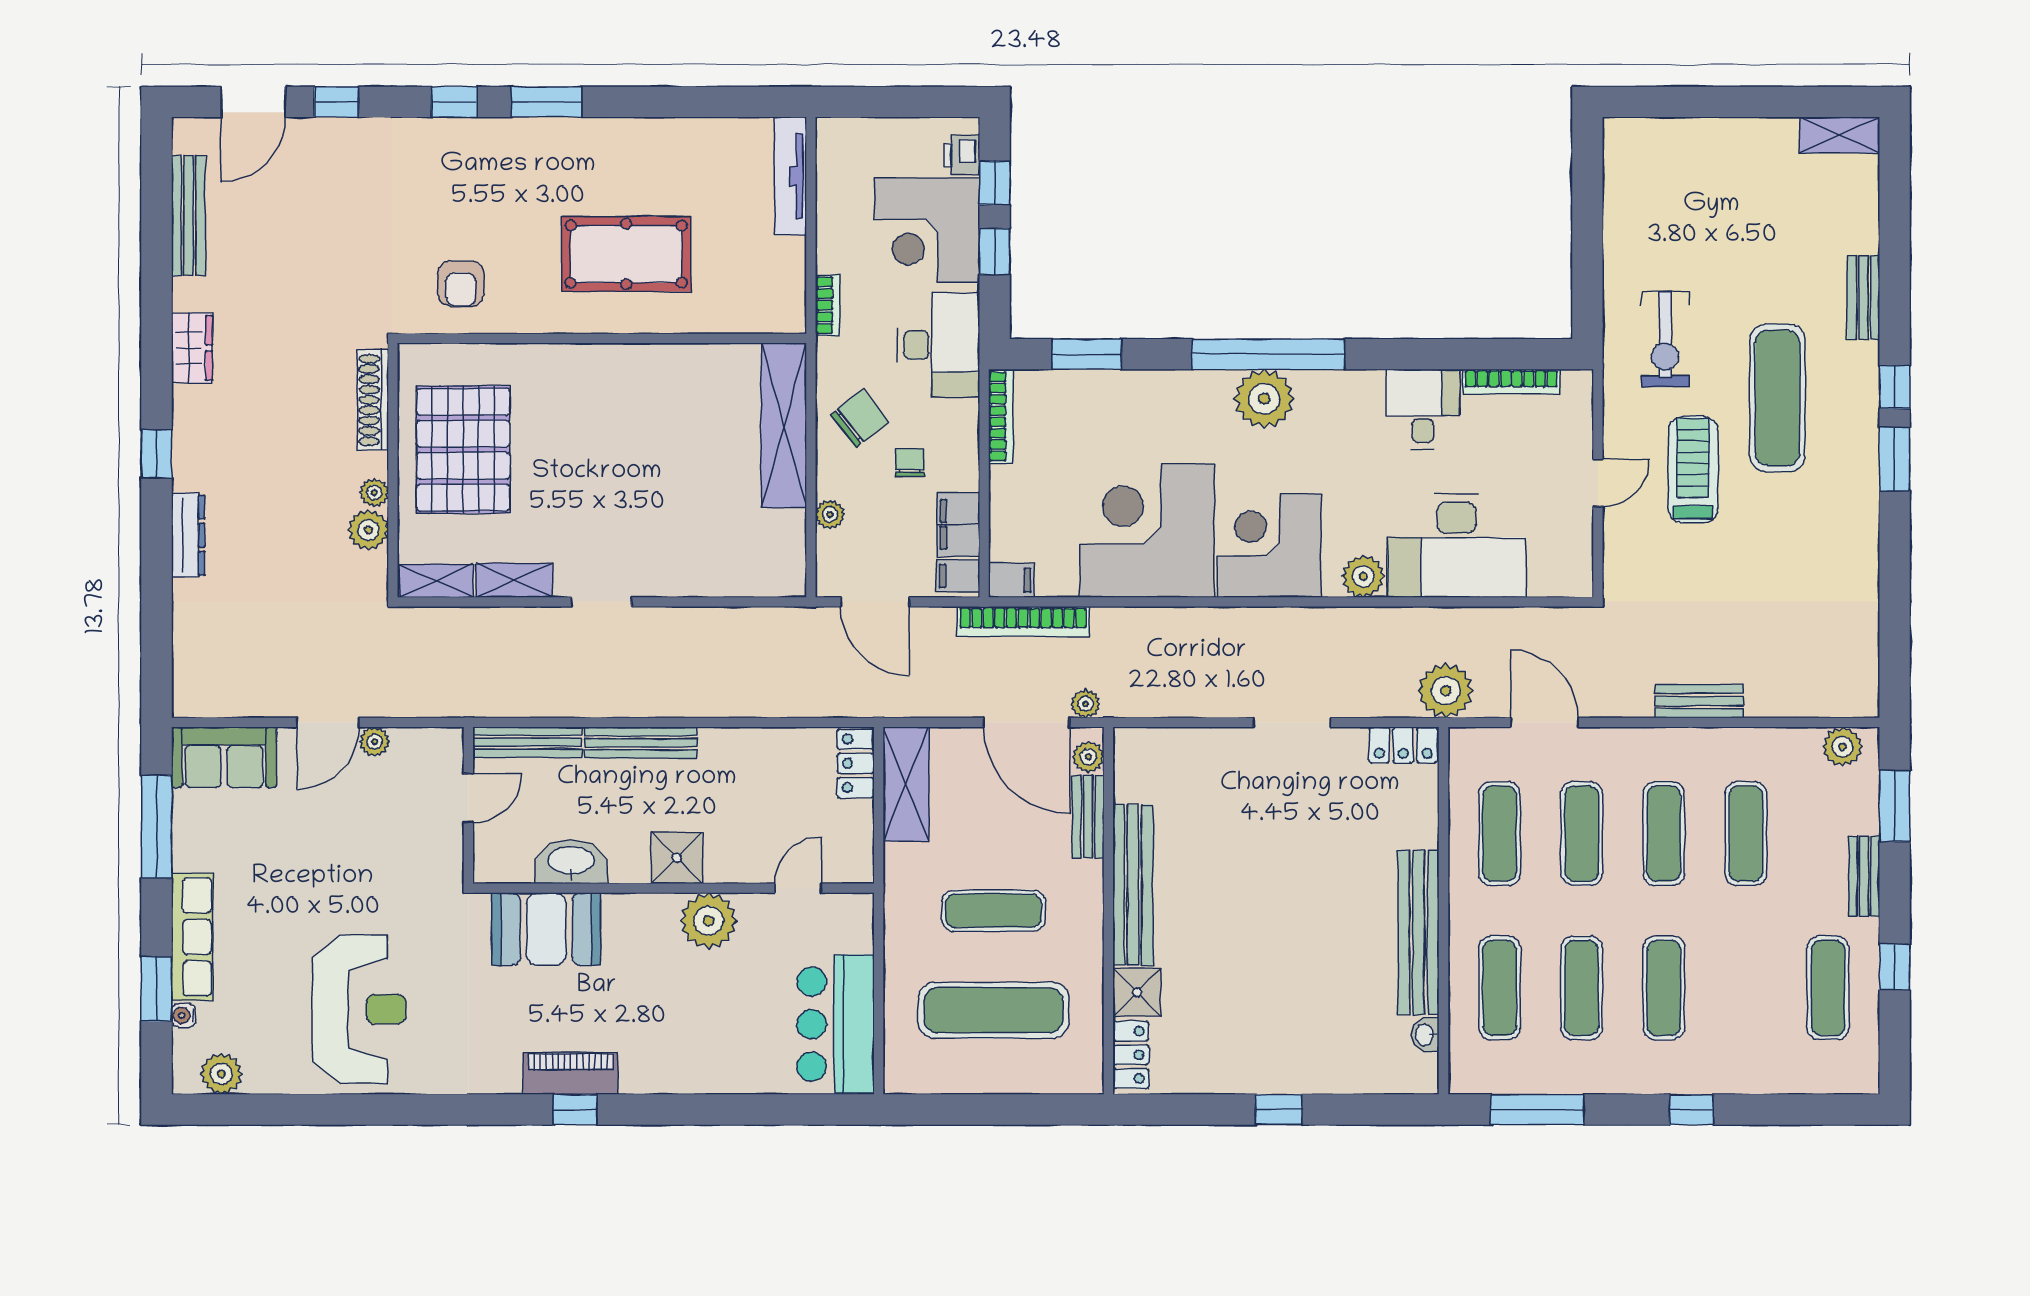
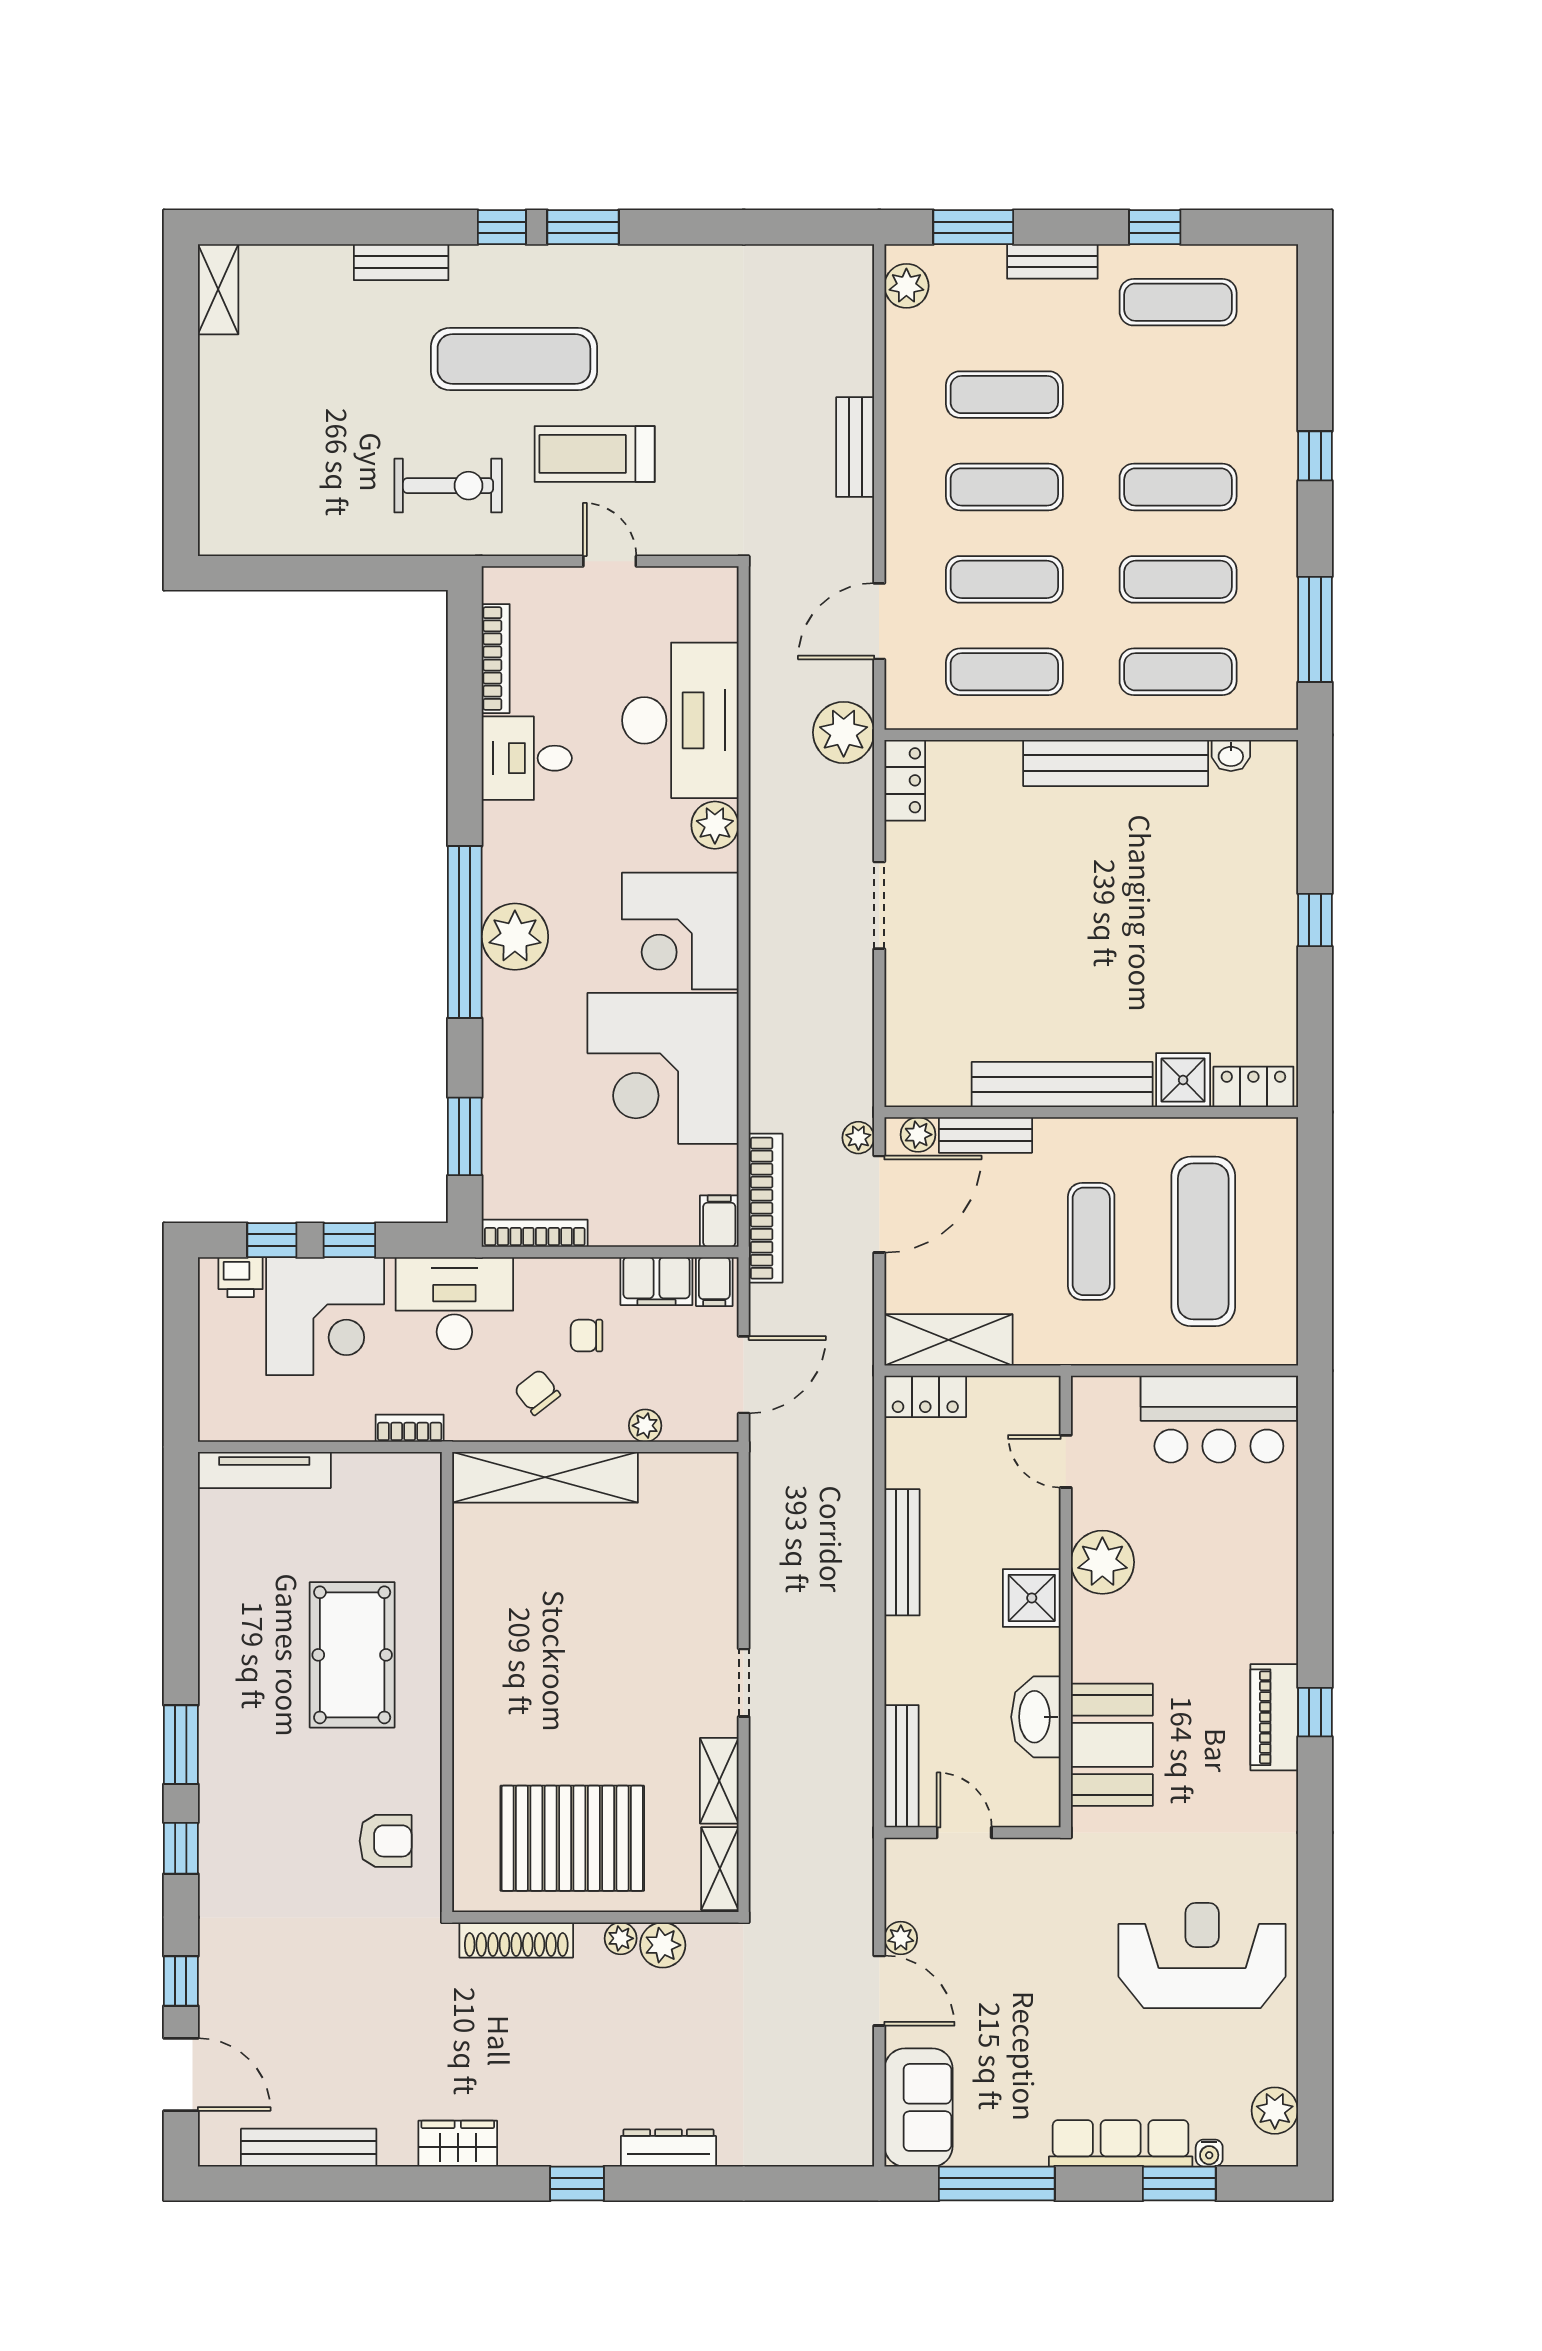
chair: (860, 419) -> (537, 1392), width x0.73, depth x0.73
bench: (641, 743) -> (902, 1552), moved

